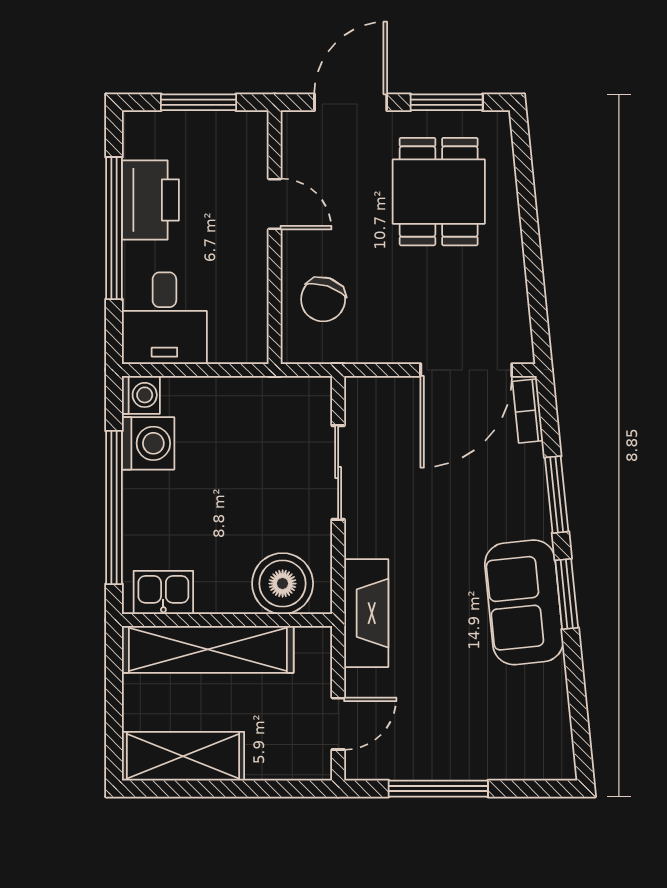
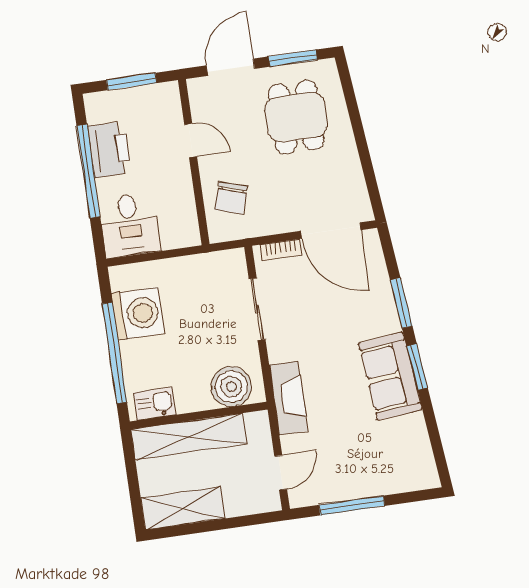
door: (466, 370) -> (331, 231), hinge flipped
washing machine: (141, 395) -> (122, 277), removed
bookcase: (528, 411) -> (281, 250), moved, turned -84
washing machine: (148, 443) -> (138, 313), width x1.37, depth x1.37

